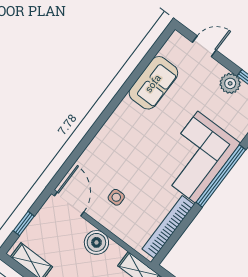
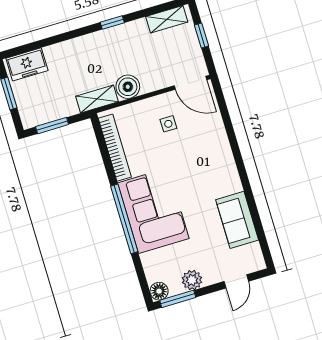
boiler: (96, 242) -> (128, 87), moved

